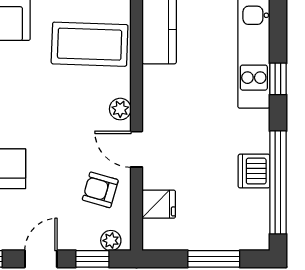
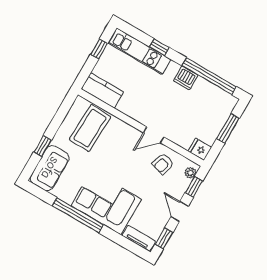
plant: (120, 109) -> (130, 131), removed
dishwasher: (254, 171) -> (186, 78), moved
fridge: (159, 204) -> (200, 149), moved, turned -90

